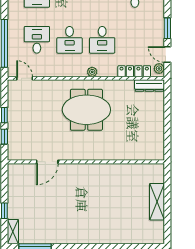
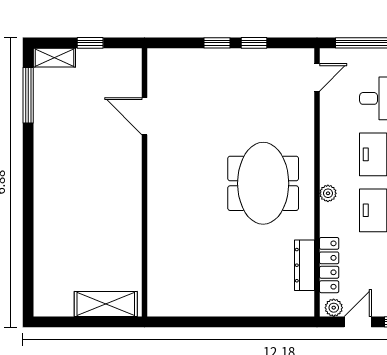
dresser: (149, 86) -> (305, 265), moved
door: (47, 162) -> (145, 116), moved
wall: (86, 162) -> (145, 182), moved

